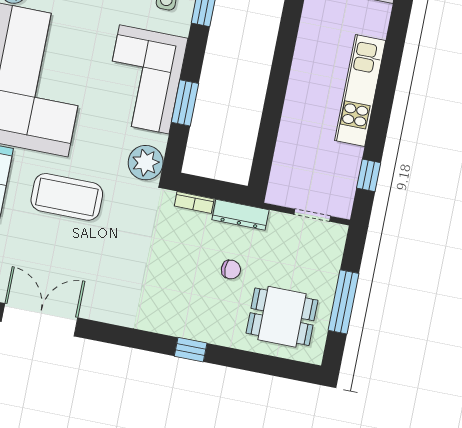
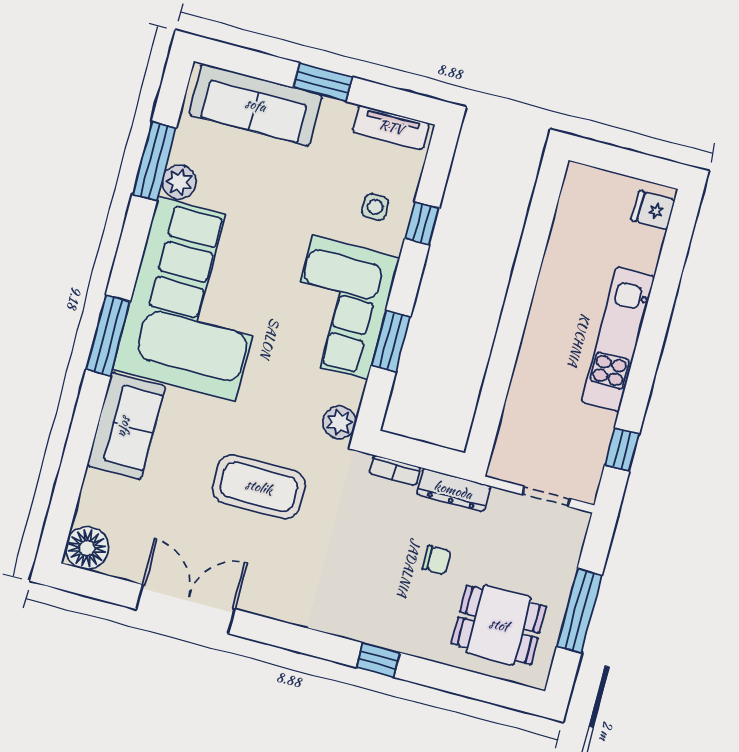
plant: (146, 163) -> (340, 422), width x0.73, depth x0.73
coffee table: (67, 197) -> (259, 487), moved

